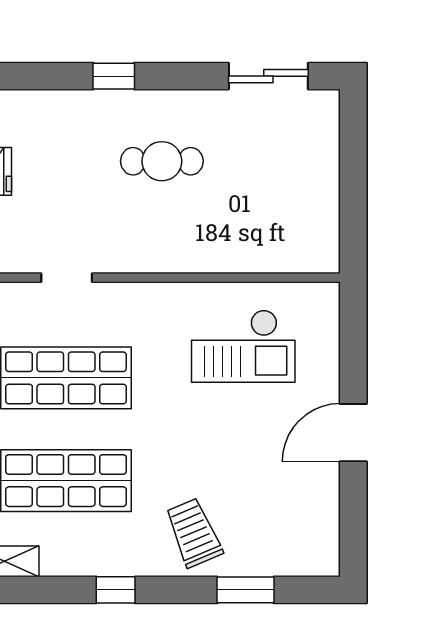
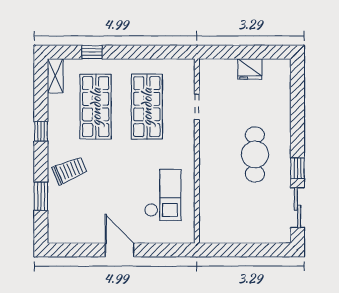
window: (114, 76) -> (297, 168), moved
cafe table: (162, 161) -> (255, 154), width x1.37, depth x1.35
checkout: (243, 346) -> (163, 195), turned 180

